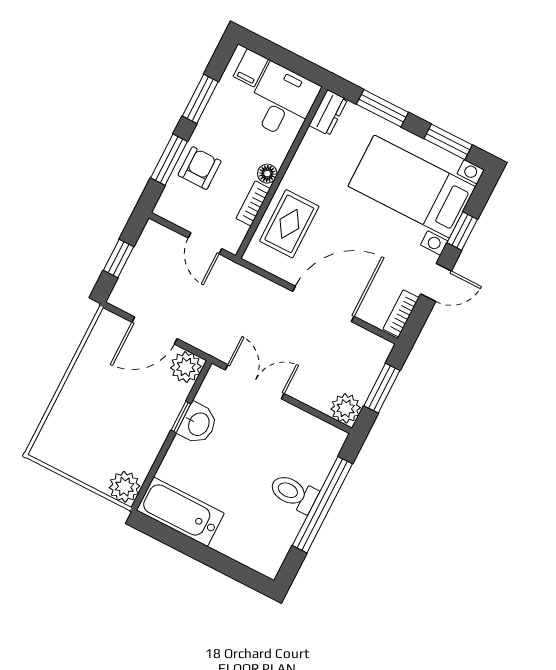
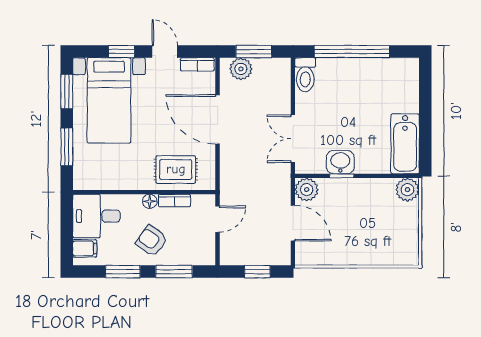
dresser: (328, 113) -> (88, 181), removed
armchair: (200, 168) -> (152, 241), moved, turned 36
plant: (346, 408) -> (241, 69), moved
toilet: (294, 493) -> (305, 75), moved

